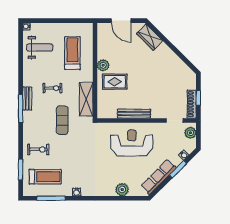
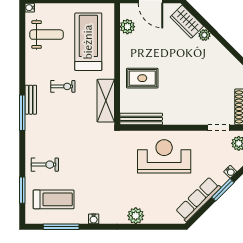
plant: (163, 48) -> (204, 35), added
treadmill: (72, 53) -> (88, 42), width x1.37, depth x1.38
plant: (103, 65) -> (127, 27), moved
bench: (134, 114) -> (141, 119), moved
exercise mat: (62, 120) -> (75, 127), removed
plant: (122, 190) -> (136, 216), moved

